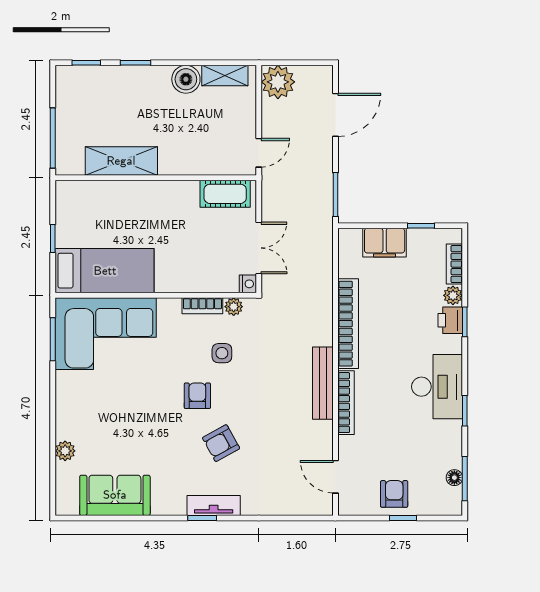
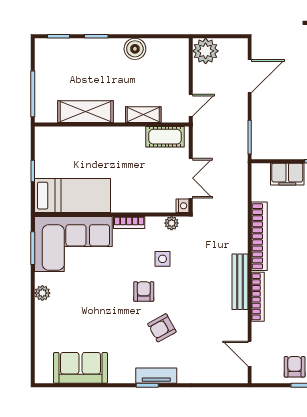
shelving: (225, 76) -> (143, 115), moved
bookcase: (202, 306) -> (129, 222), moved
plant: (65, 451) -> (42, 293), moved

